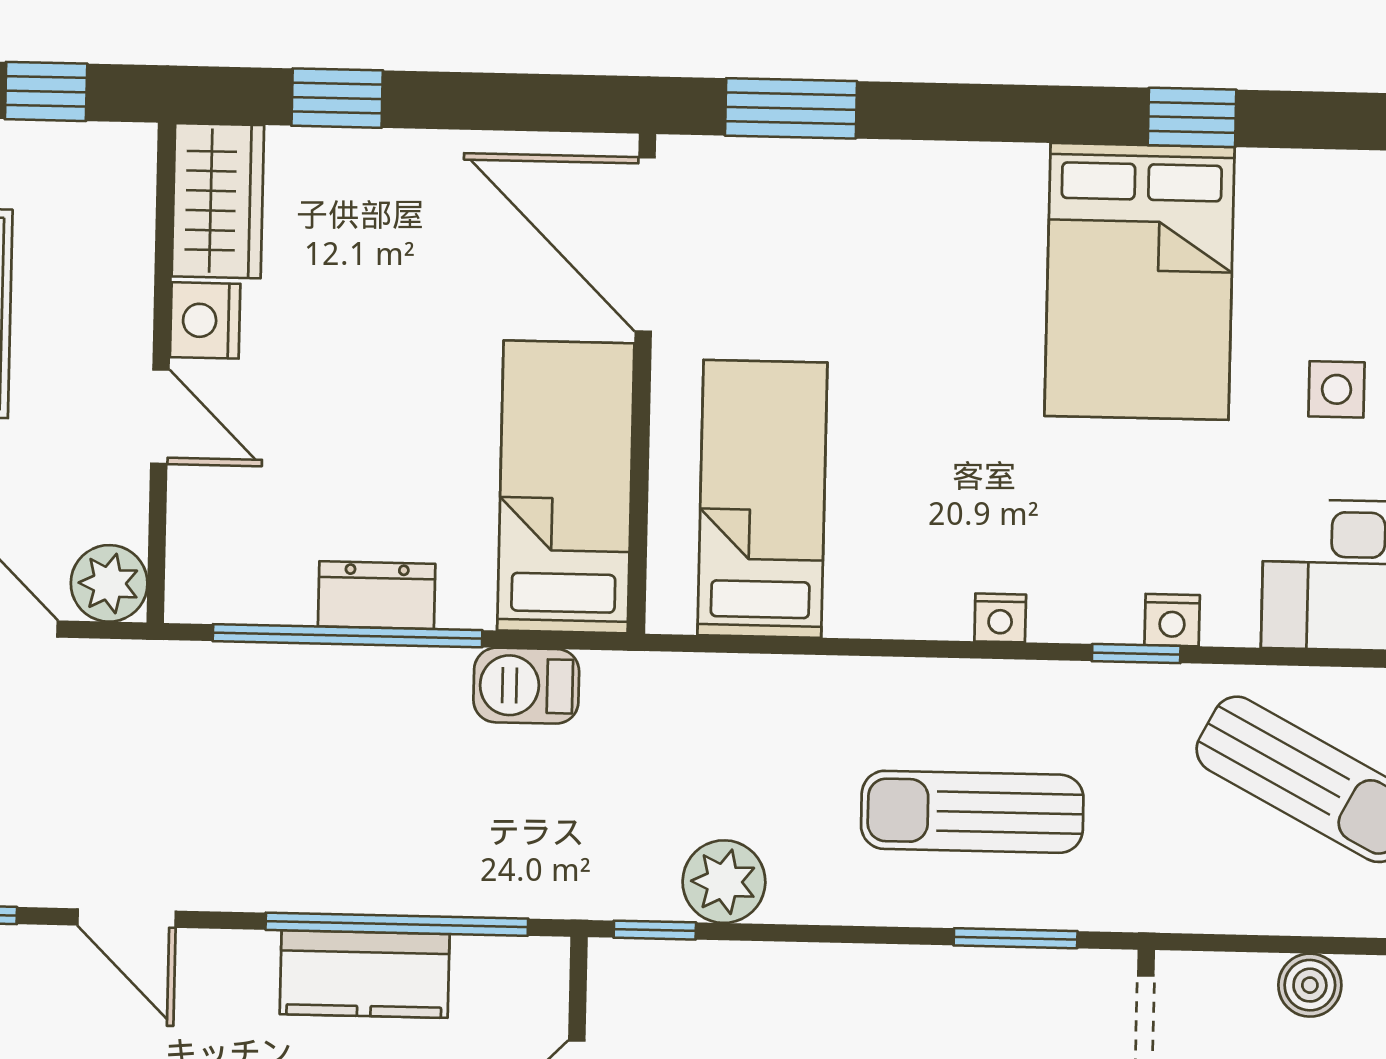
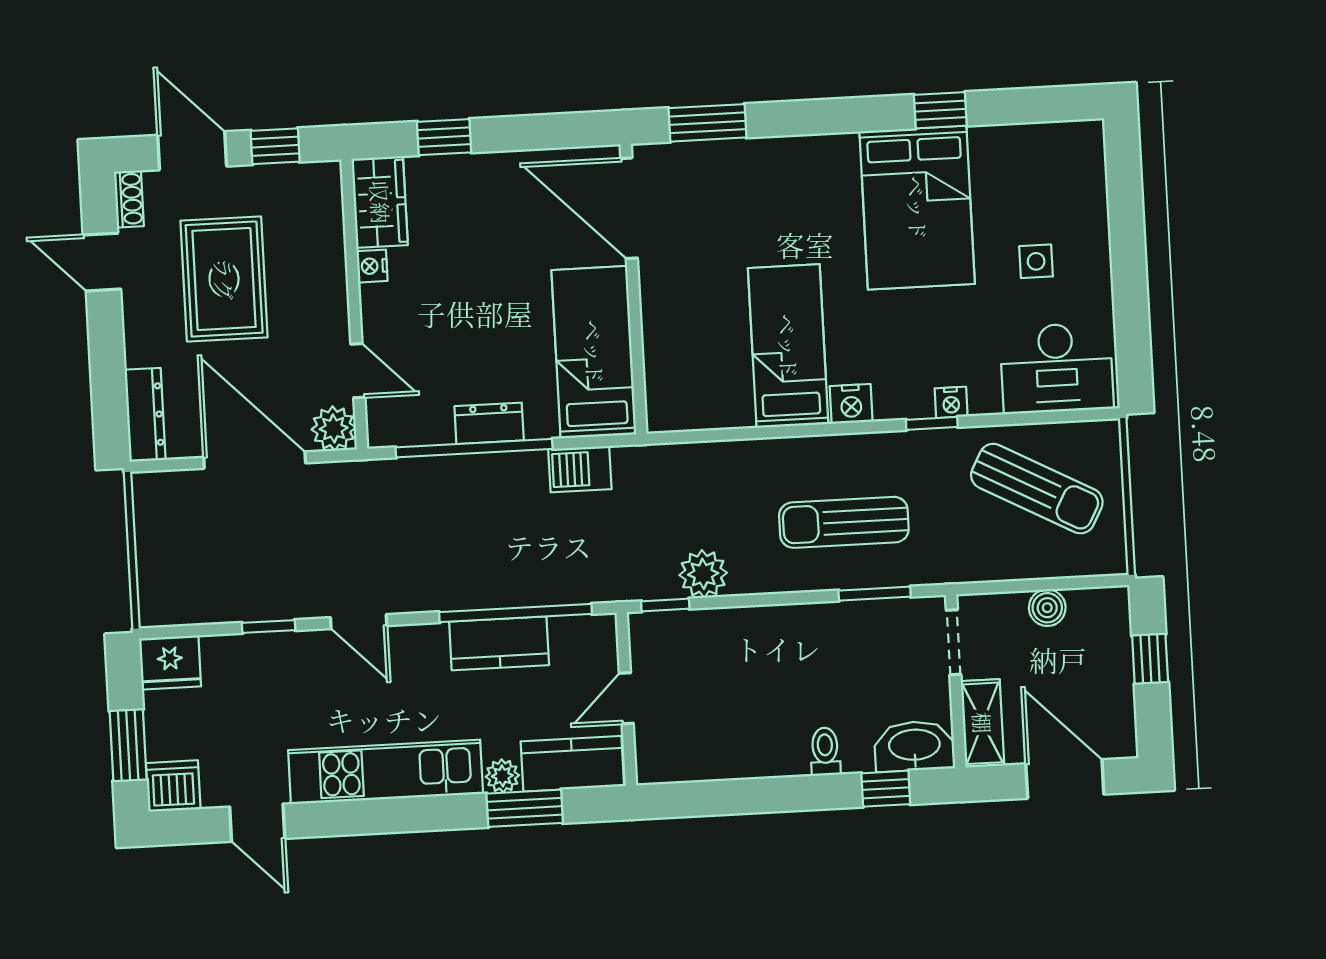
nightstand: (205, 320) -> (372, 266), width x0.72, depth x0.74
door: (160, 417) -> (358, 371), moved
bed: (762, 499) -> (788, 346), moved
nightstand: (1000, 618) -> (851, 404), width x1.39, depth x1.35

